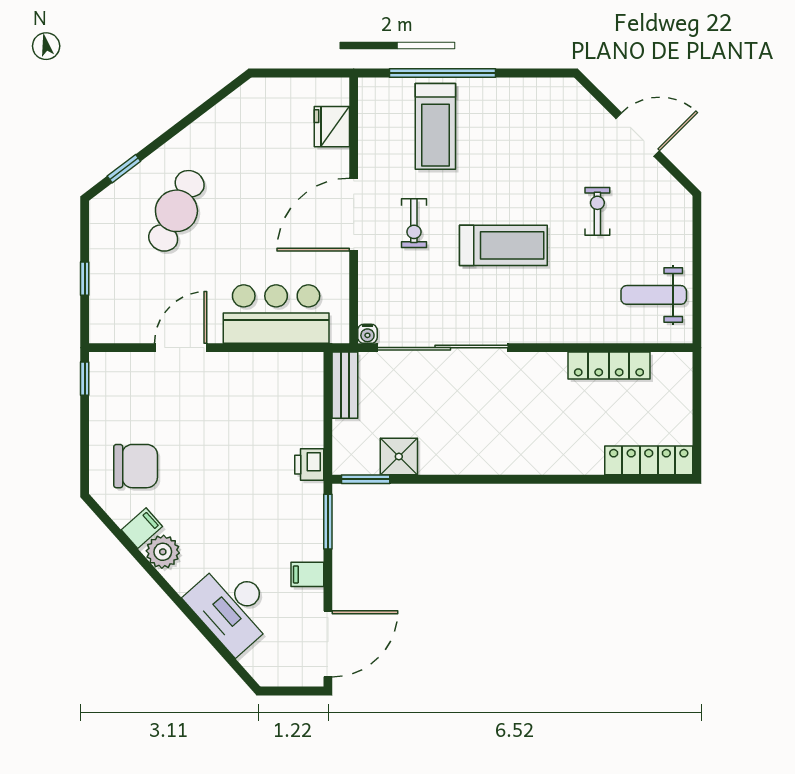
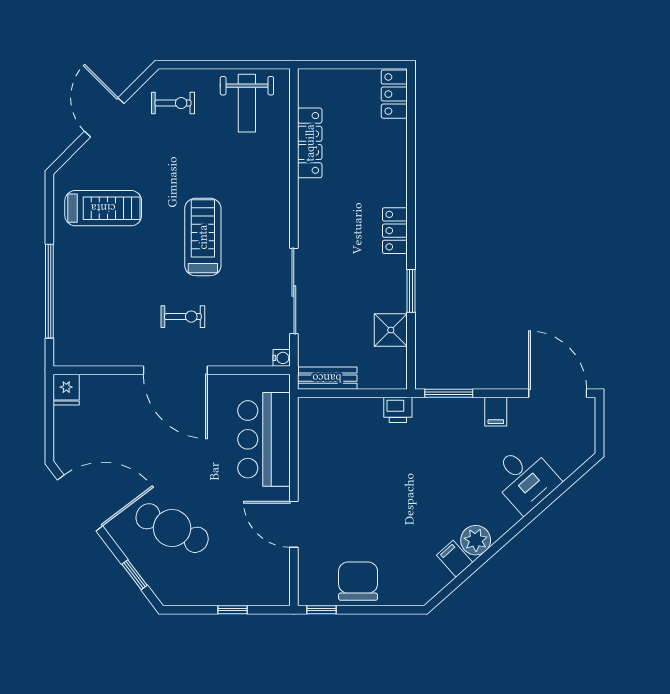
door: (205, 107) -> (80, 503), added
treadmill: (435, 126) -> (103, 208), moved
fridge: (332, 127) -> (66, 390), moved, width x0.72
exercise bike: (597, 211) -> (173, 103), moved, turned 180
sliding door: (443, 348) -> (294, 291), width x0.73
locker: (649, 460) -> (394, 94), width x0.66
locker: (510, 461) -> (395, 231), added
chair: (136, 466) -> (358, 581), moved
window: (366, 479) -> (411, 291), moved
desk: (232, 607) -> (525, 478), width x0.73

